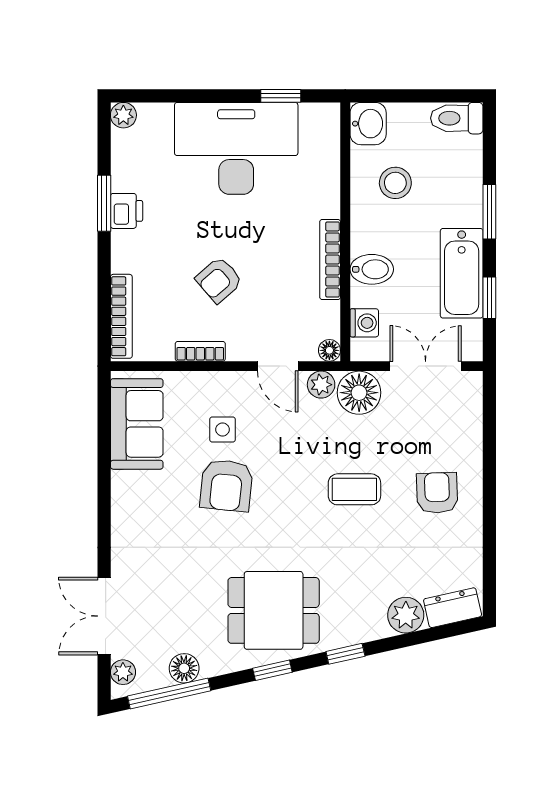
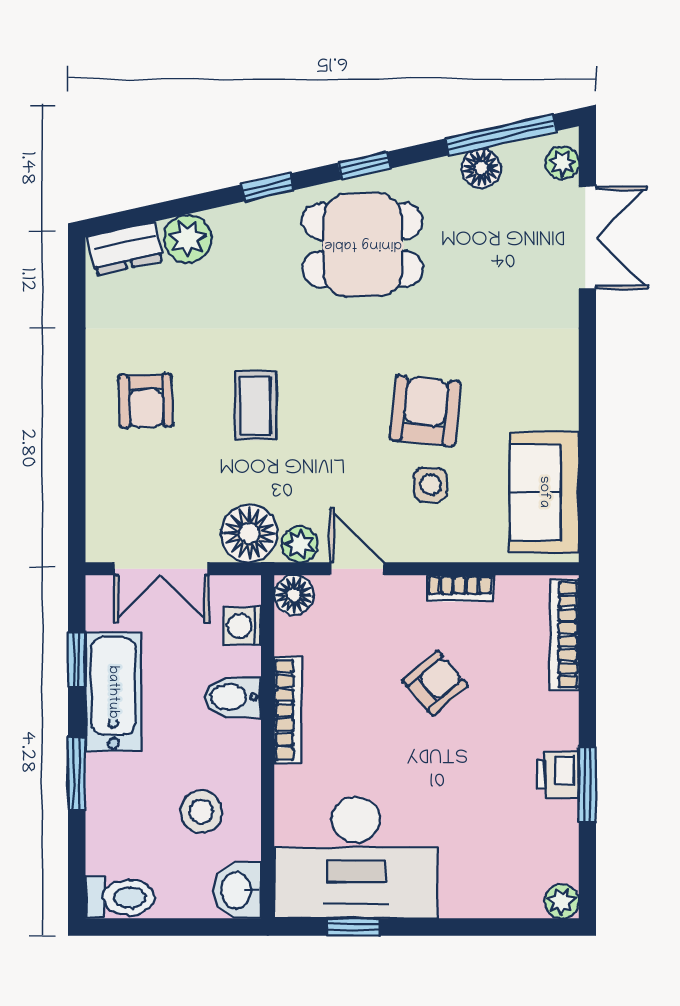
desk: (236, 148) -> (356, 857), moved
floor lamp: (329, 350) -> (294, 595), width x1.37, depth x1.37
coffee table: (354, 489) -> (255, 405), turned 90

